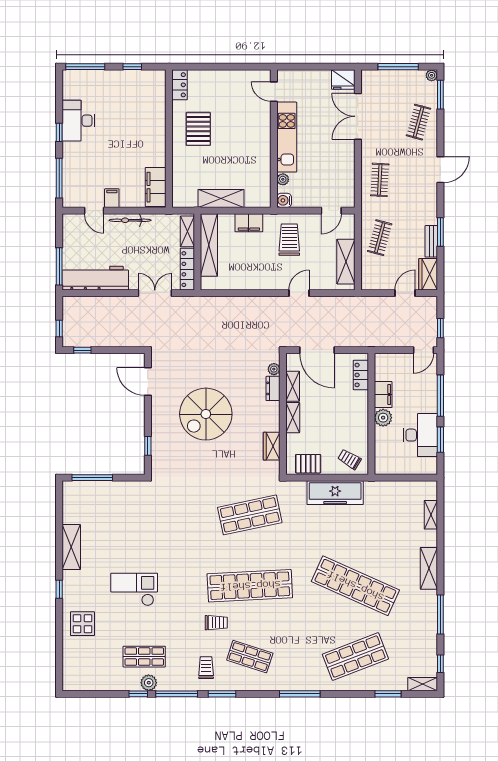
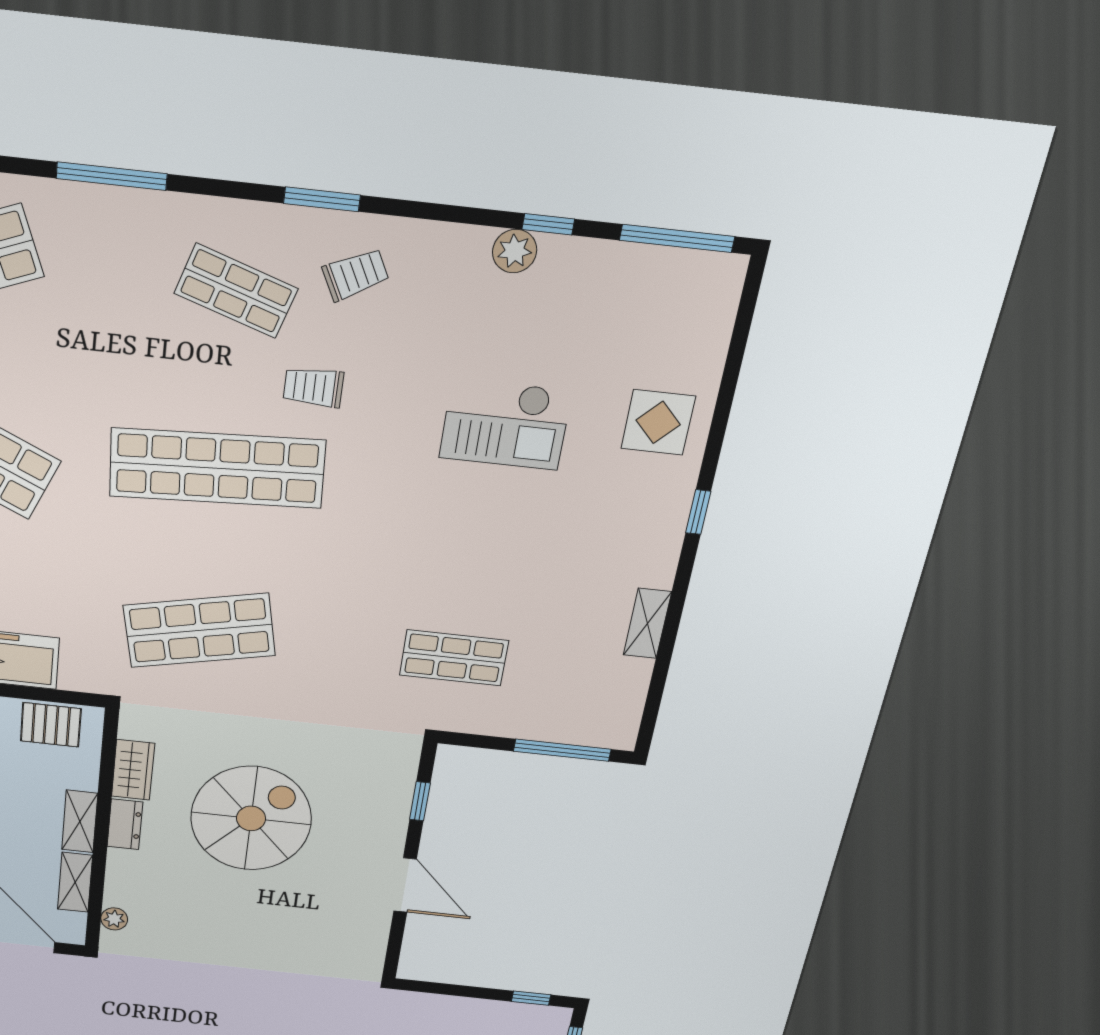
door: (148, 382) -> (405, 885), moved
dresser: (273, 388) -> (125, 824), moved
spiral stairs: (206, 414) -> (251, 818), moved
shelving: (71, 547) -> (647, 623), width x0.67, depth x0.75
checkout: (134, 589) -> (505, 424), moved
shop shelf: (144, 657) -> (454, 658), moved
trolley: (206, 668) -> (356, 275), turned -117
window: (177, 694) -> (677, 238), moved

